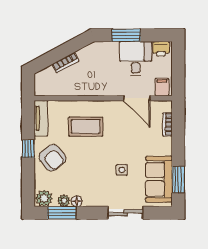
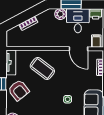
plant: (111, 49) -> (60, 14), added
coffee table: (86, 127) -> (42, 68), turned 37

